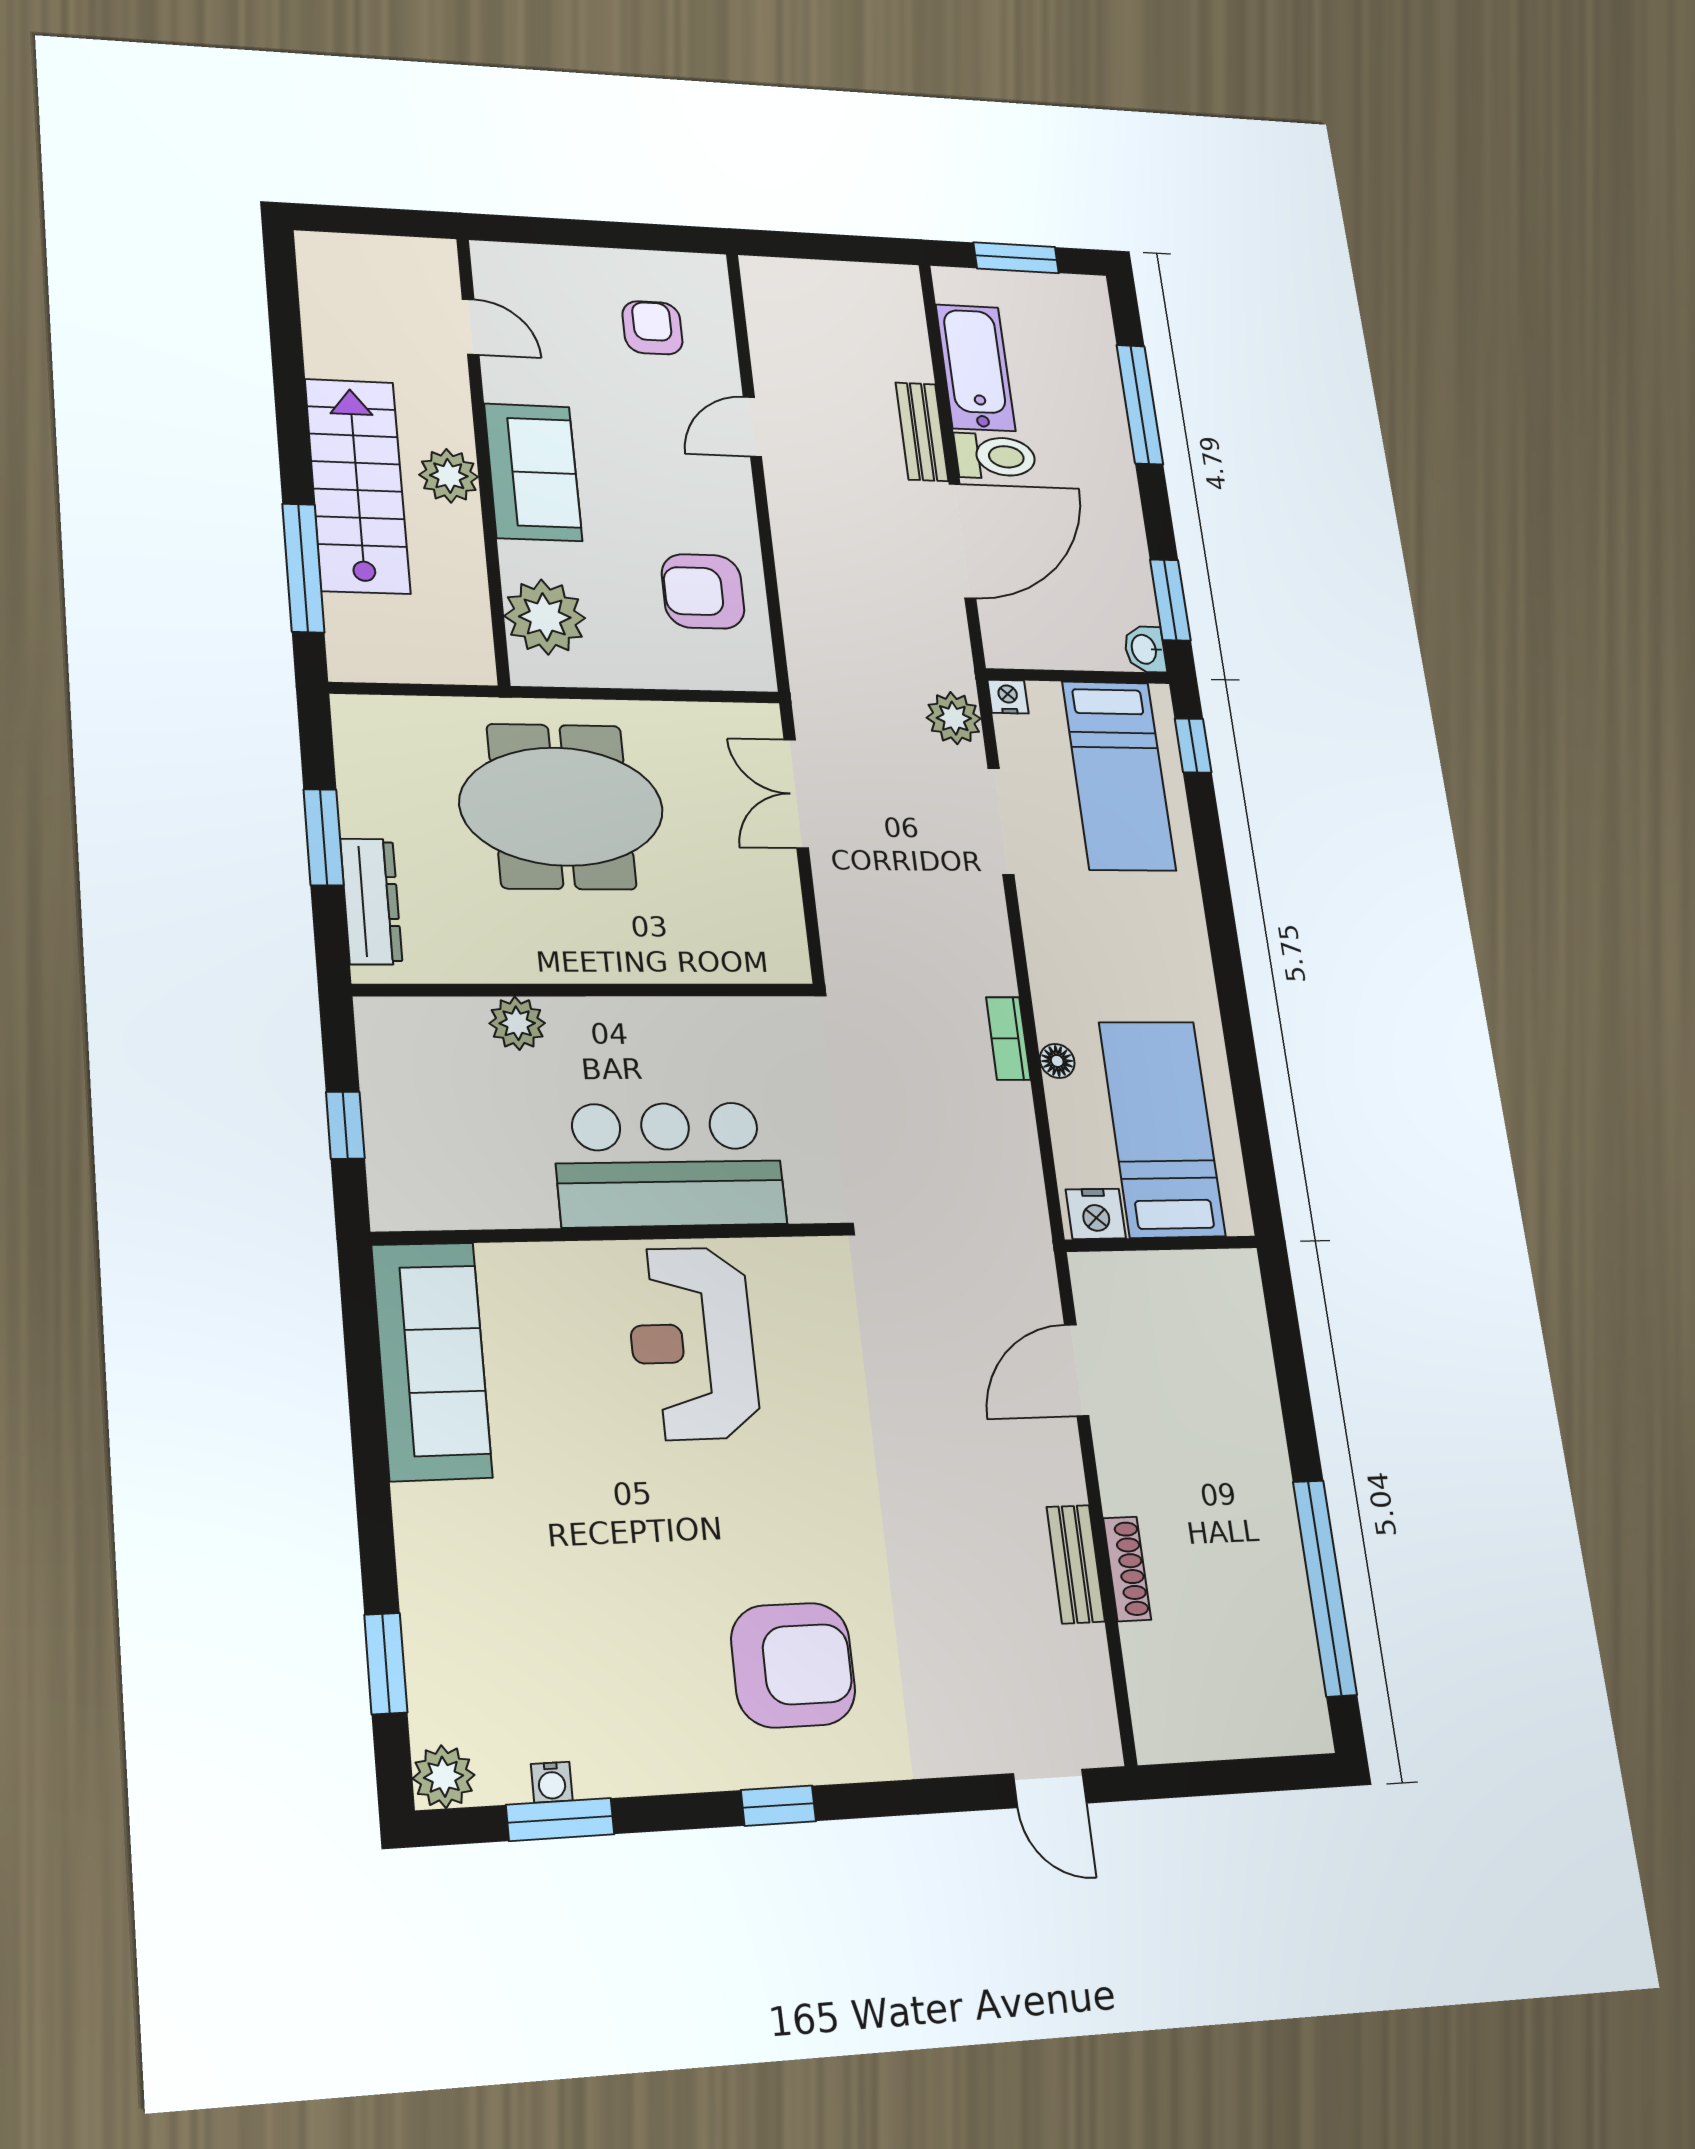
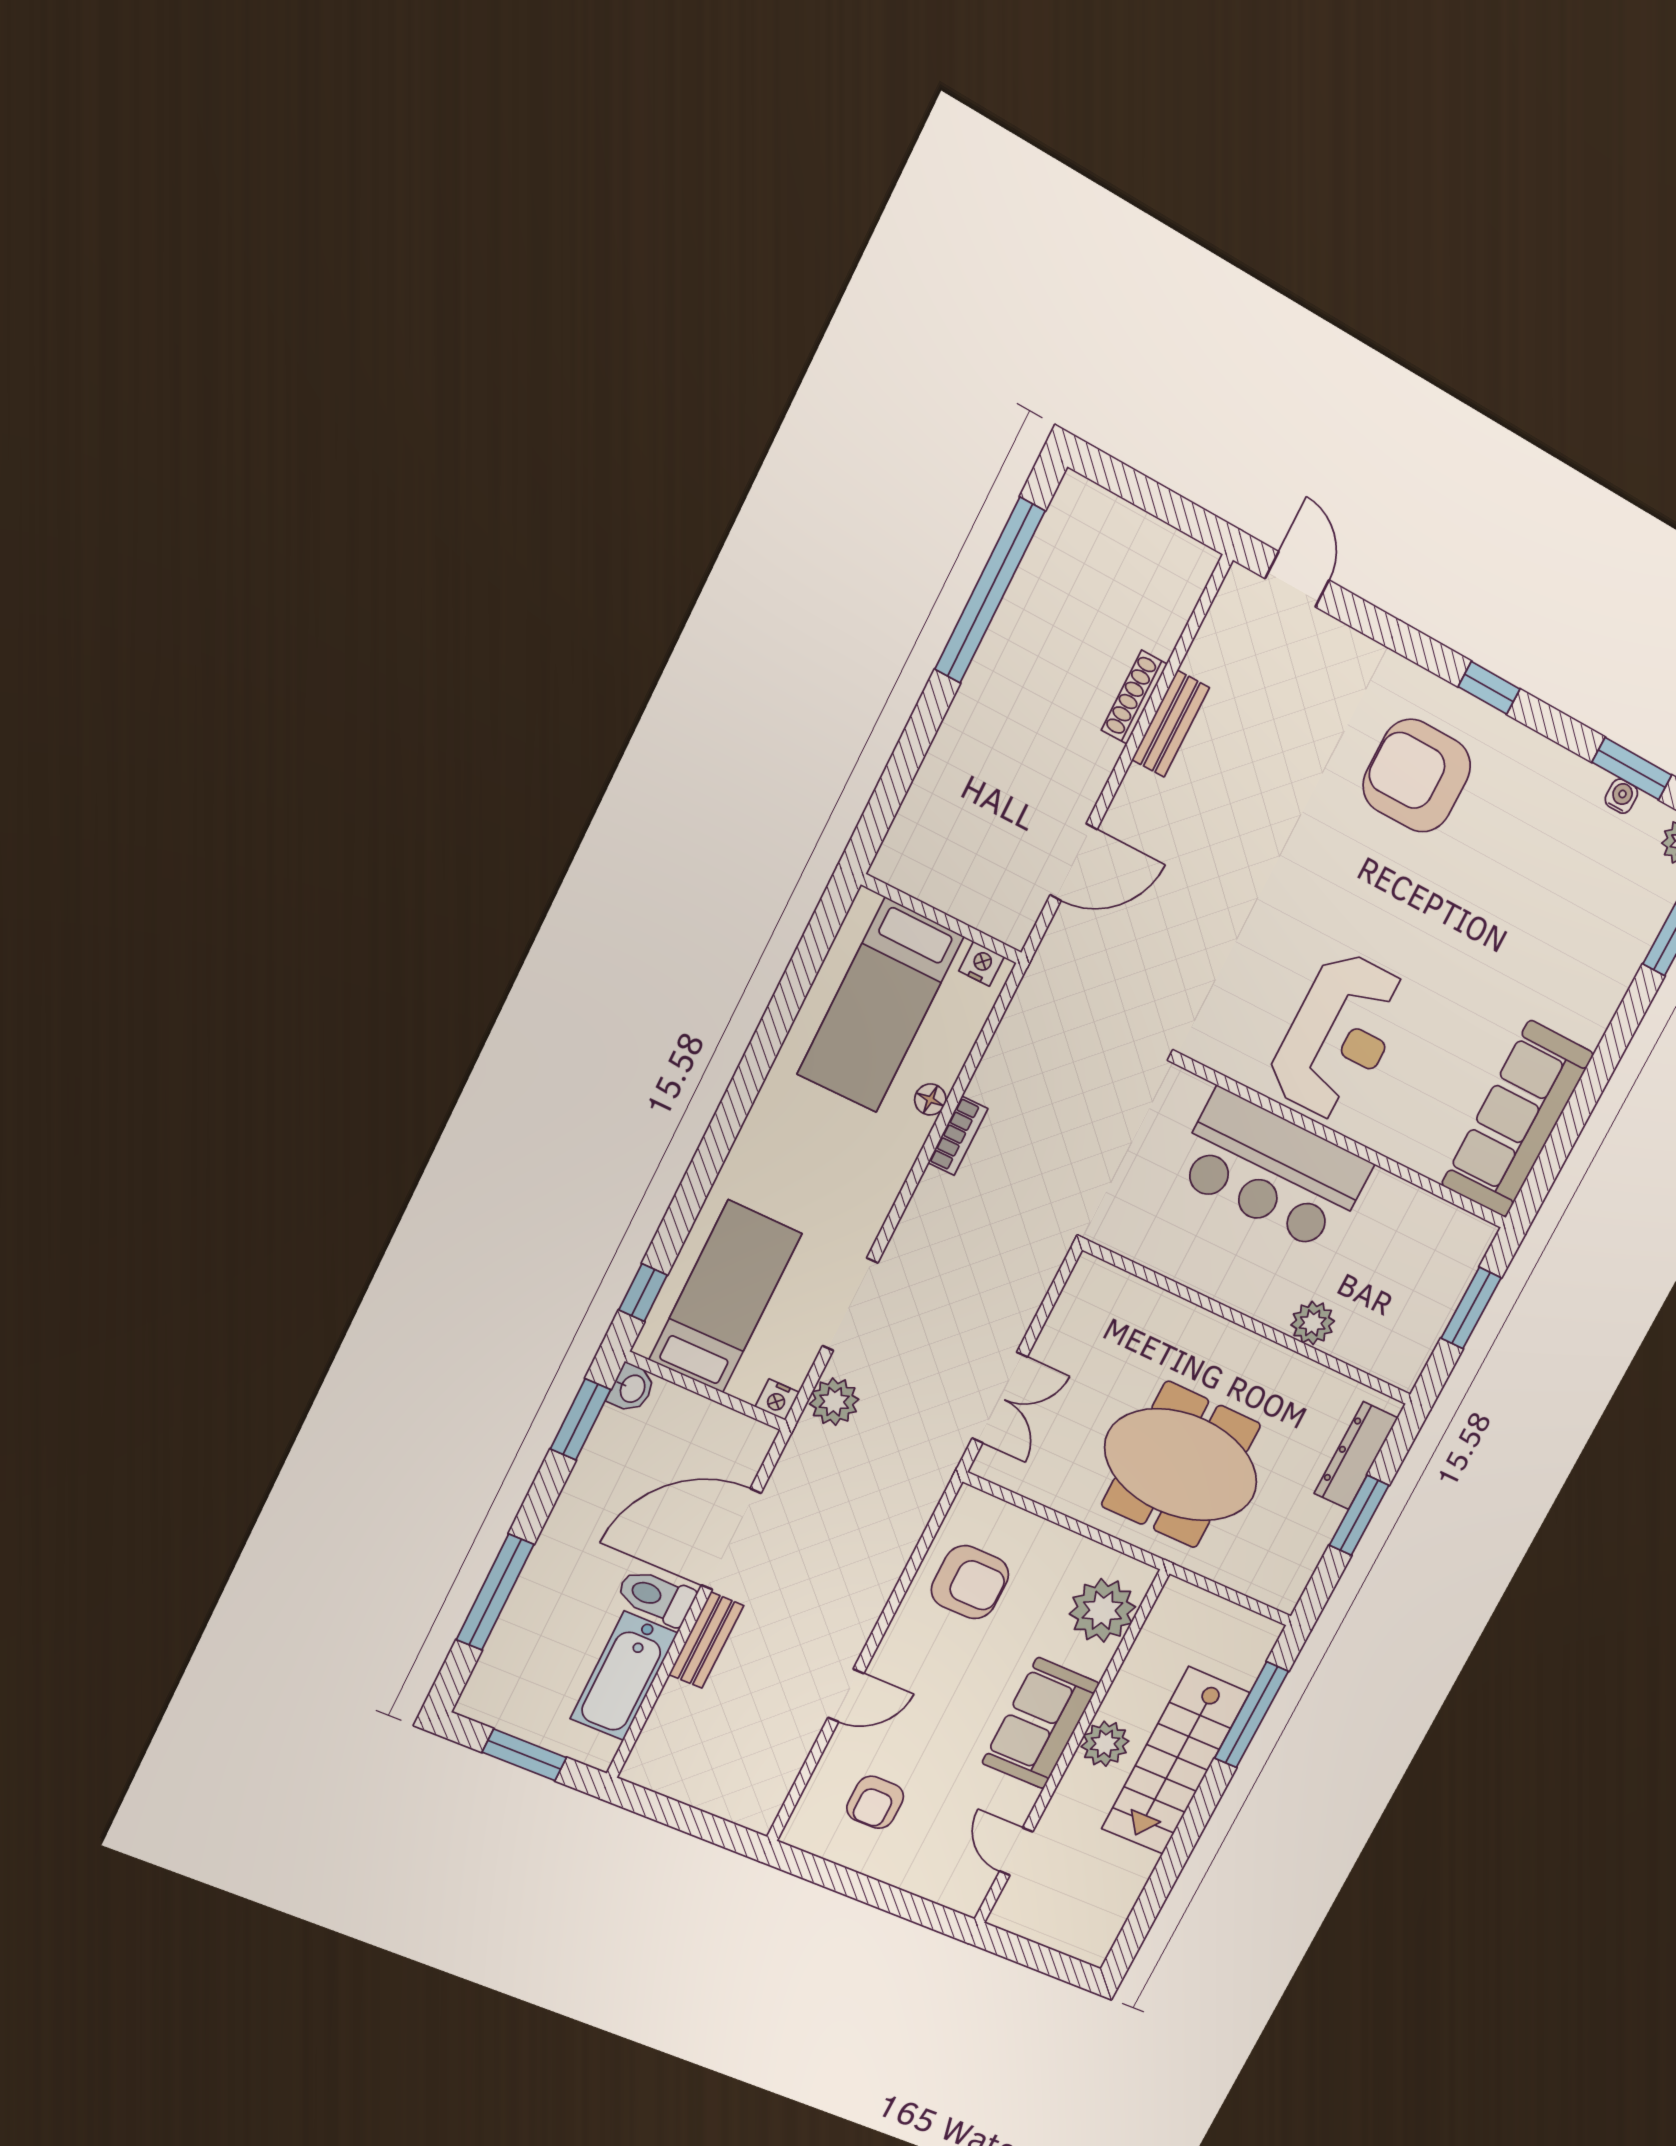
window: (345, 1125) -> (1471, 1308), width x1.50
nightstand: (1096, 1214) -> (981, 964), width x0.72, depth x0.74

